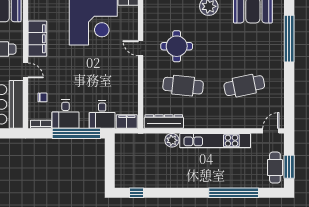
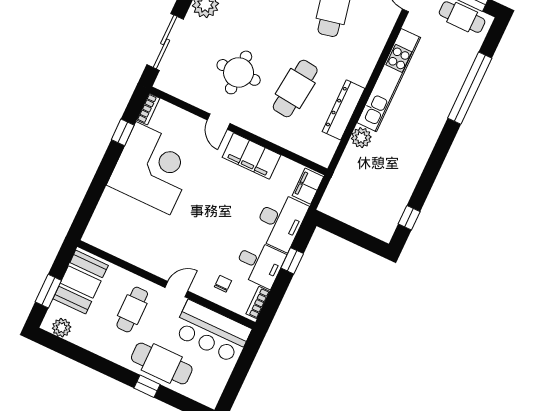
filing cabinet: (37, 39) -> (251, 156), moved, turned 180
door: (141, 48) -> (219, 122), hinge flipped
desk: (102, 115) -> (280, 221), width x1.37
dresser: (164, 121) -> (344, 110), moved
window: (76, 133) -> (292, 261), width x0.32

